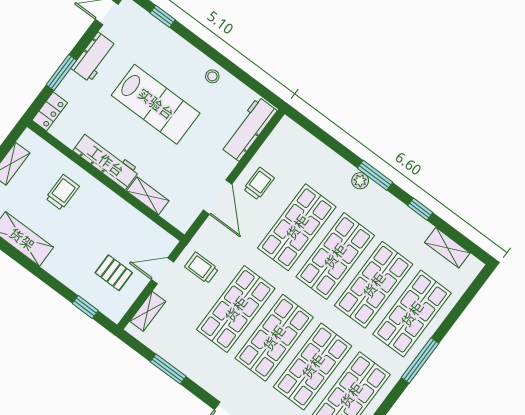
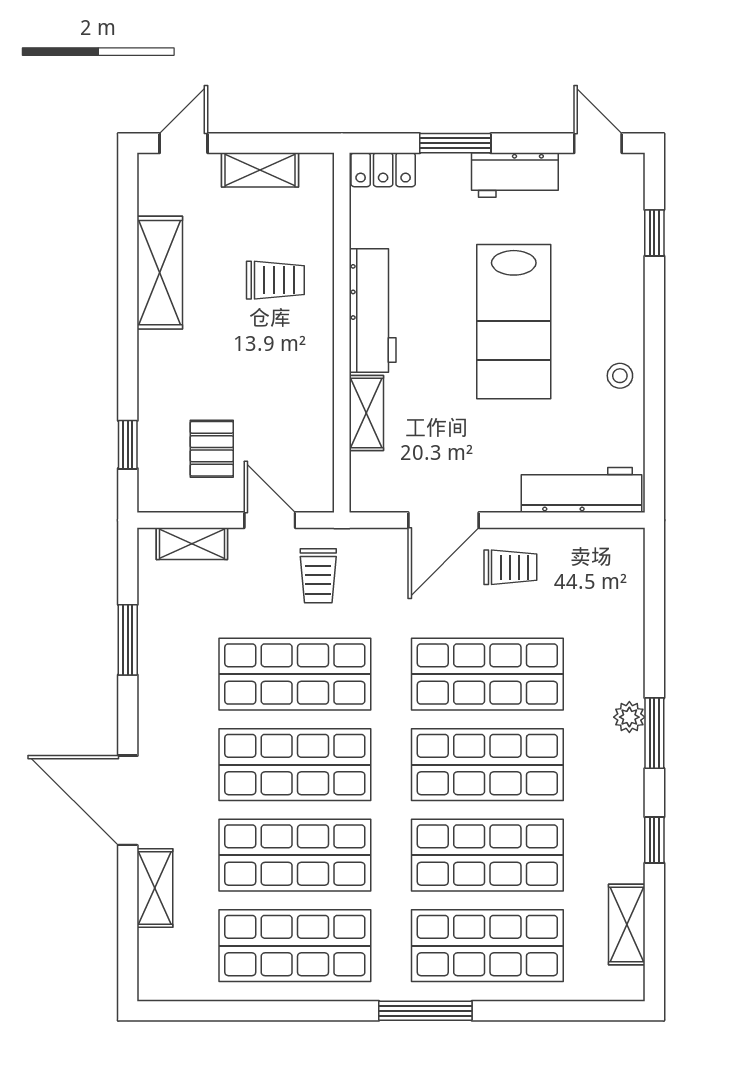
trolley: (201, 268) -> (318, 576), turned 180

